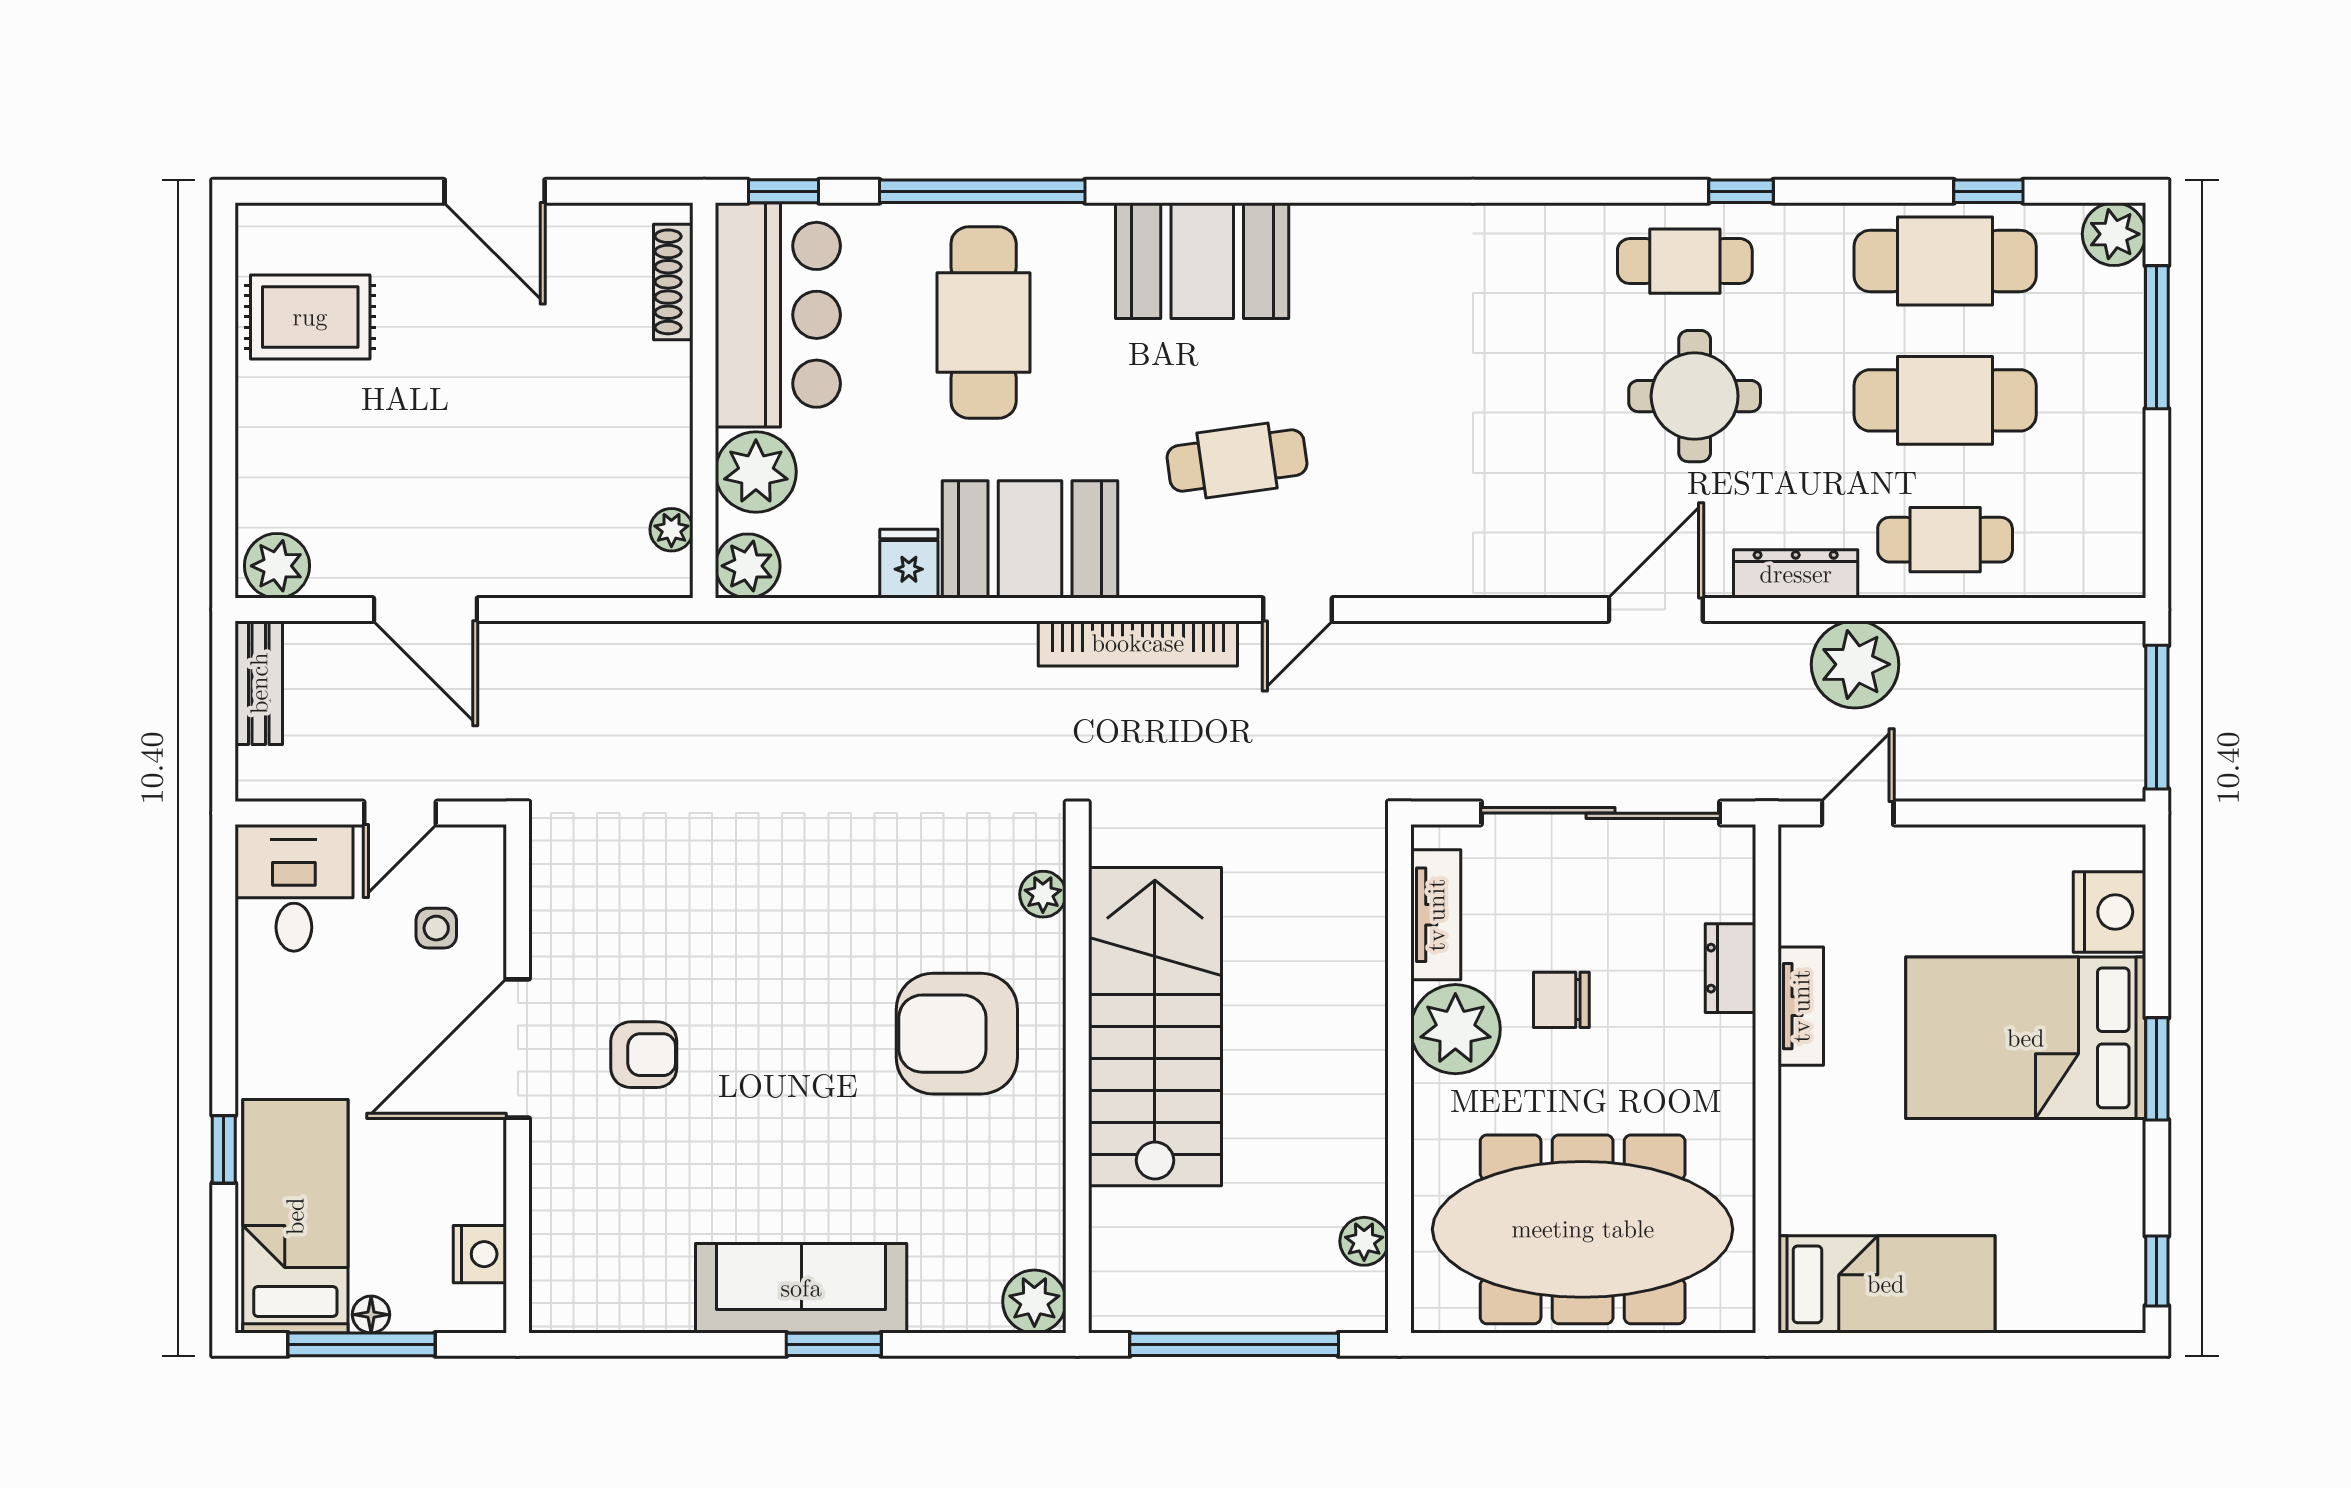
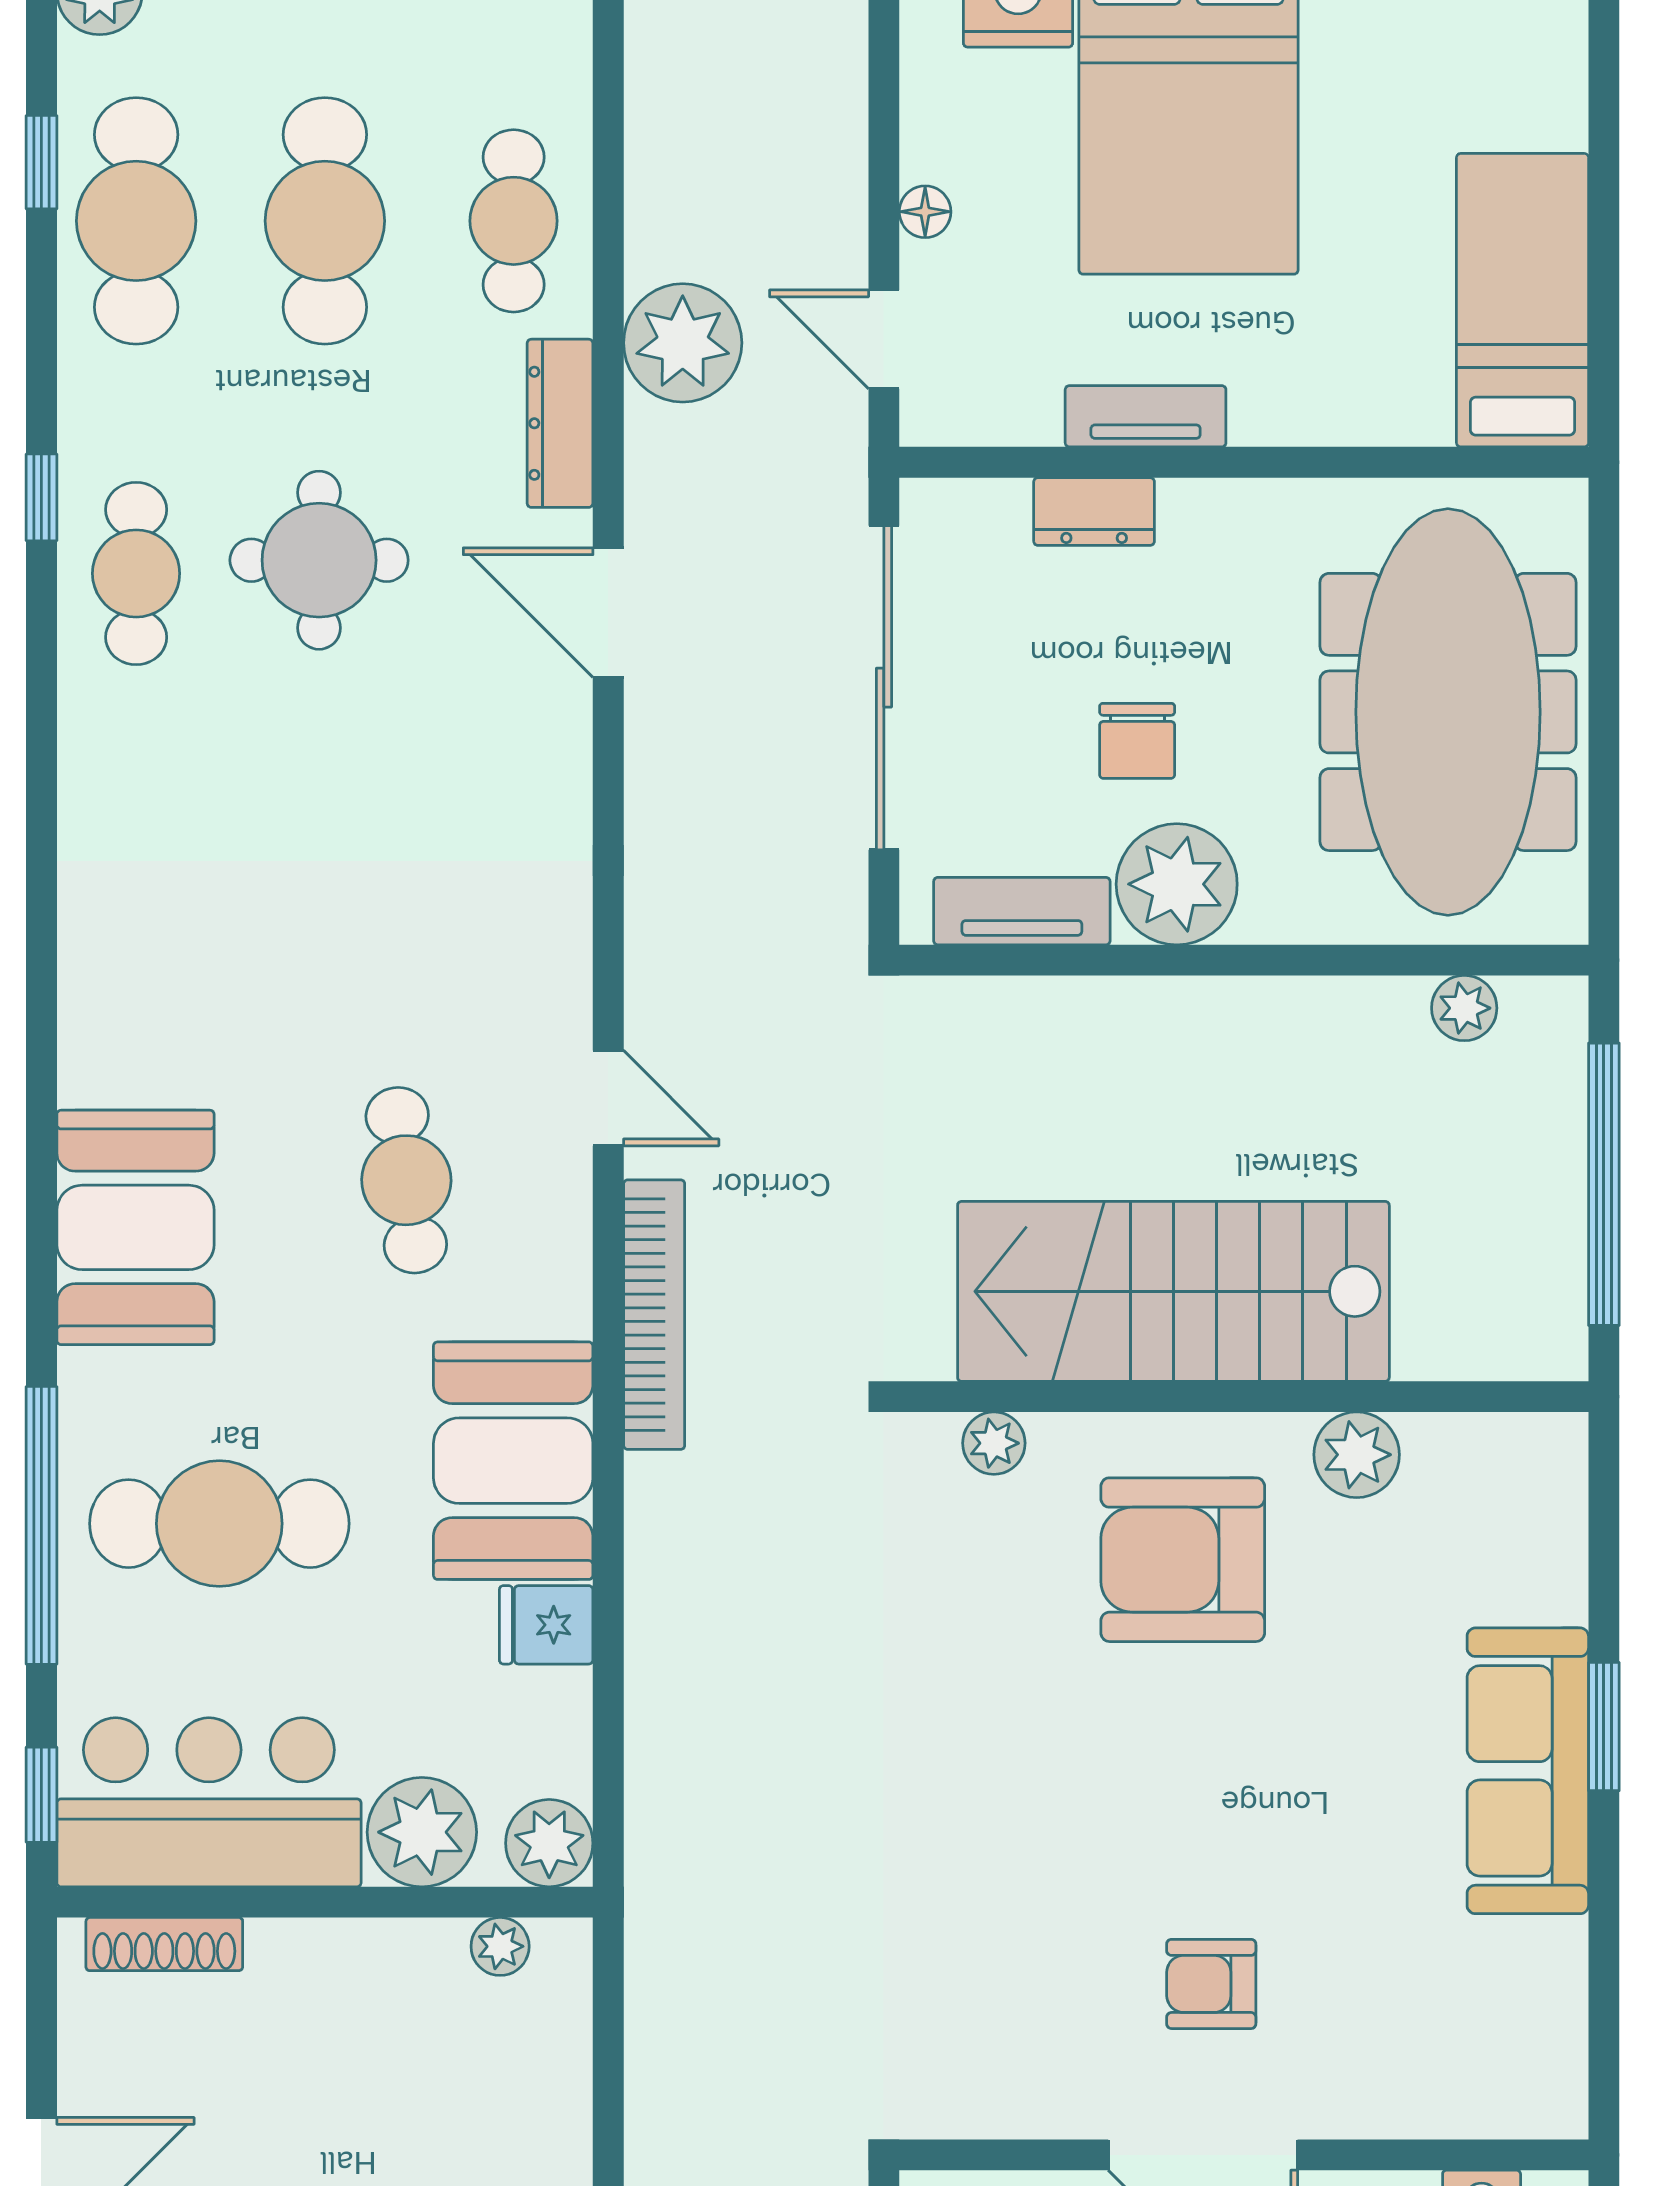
floor lamp: (1952, 843) -> (925, 212), added
armchair: (957, 1034) -> (1183, 1560), turned 90
armchair: (644, 1055) -> (1211, 1984), turned -90
plant: (1034, 1301) -> (1357, 1455), moved

